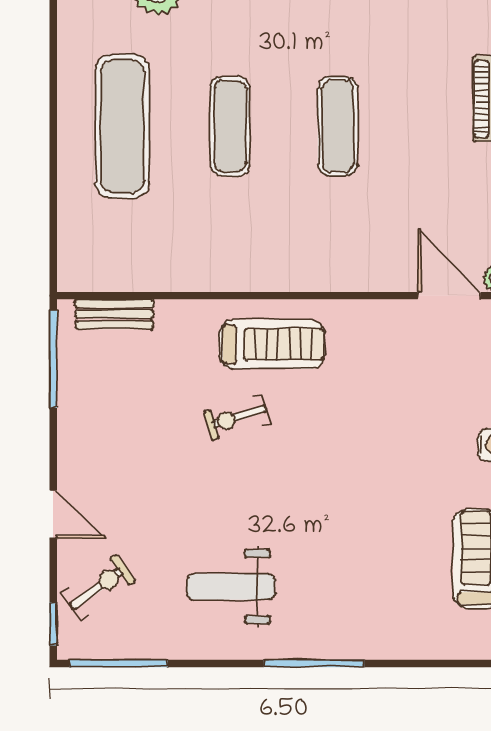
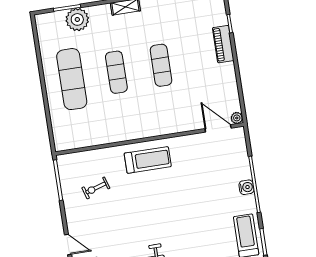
bench: (114, 314) -> (80, 158), removed
exercise bike: (237, 417) -> (96, 188), moved

